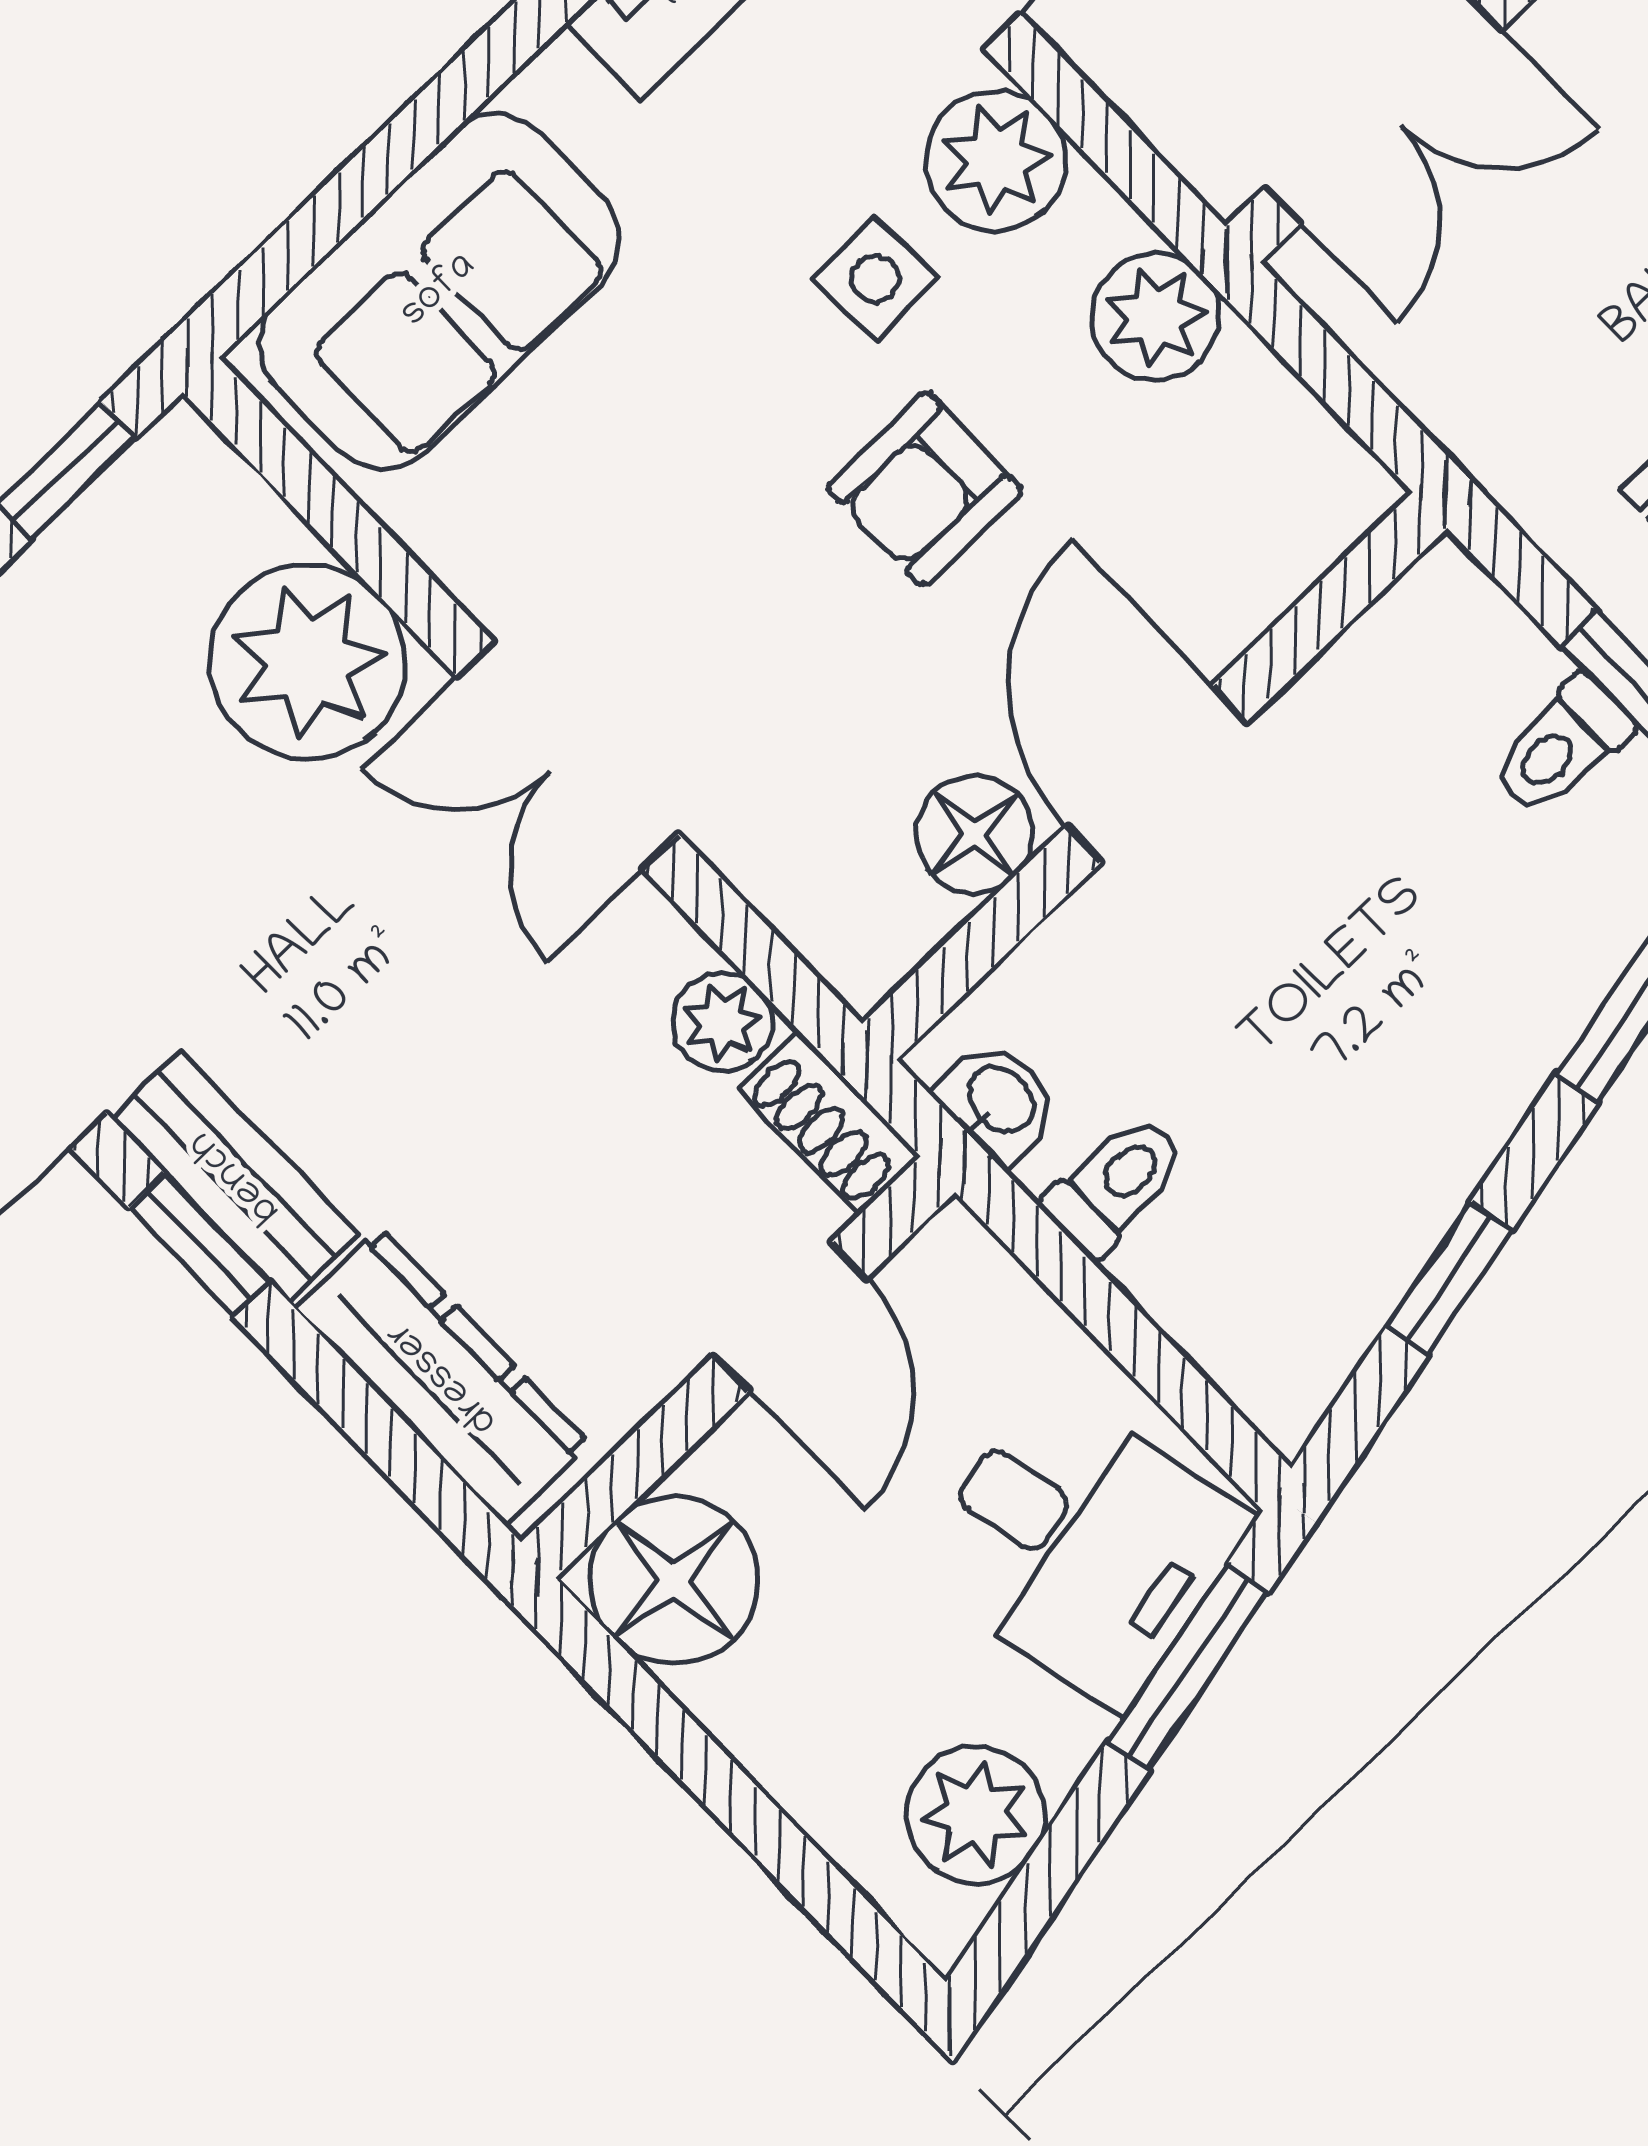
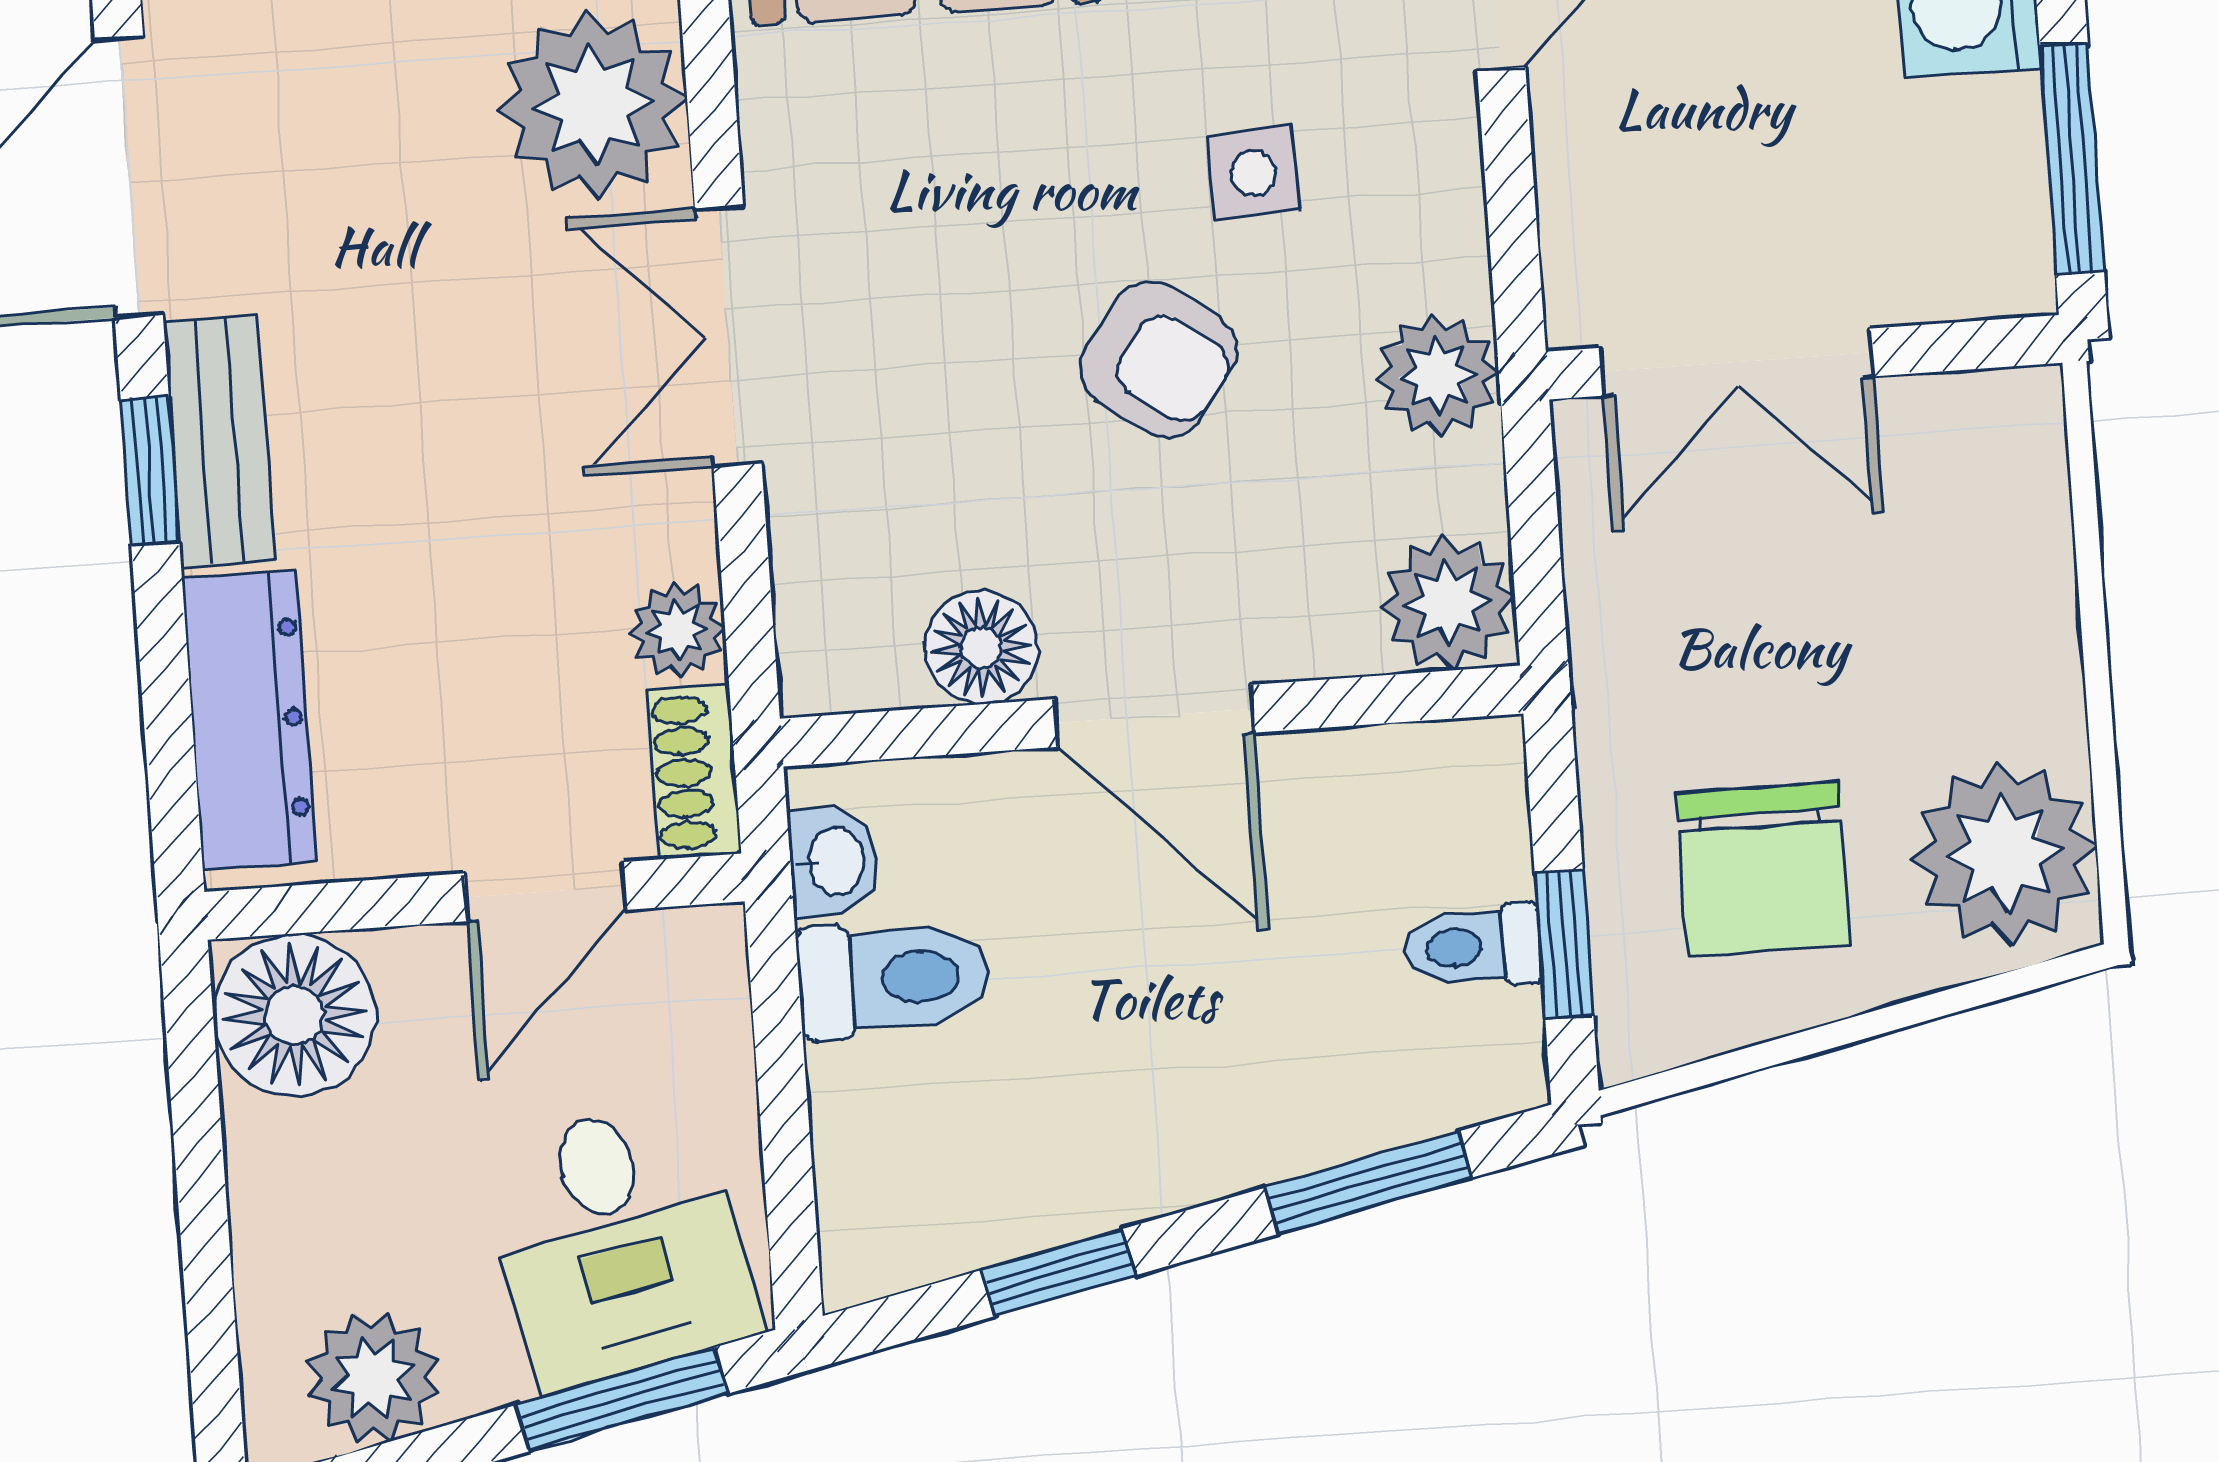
plant: (995, 160) -> (1448, 603), moved
armchair: (924, 489) -> (1159, 360), turned -144
door: (1157, 774) -> (1154, 716), swing flipped
toilet: (1116, 1185) -> (894, 978), width x1.37, depth x1.39

